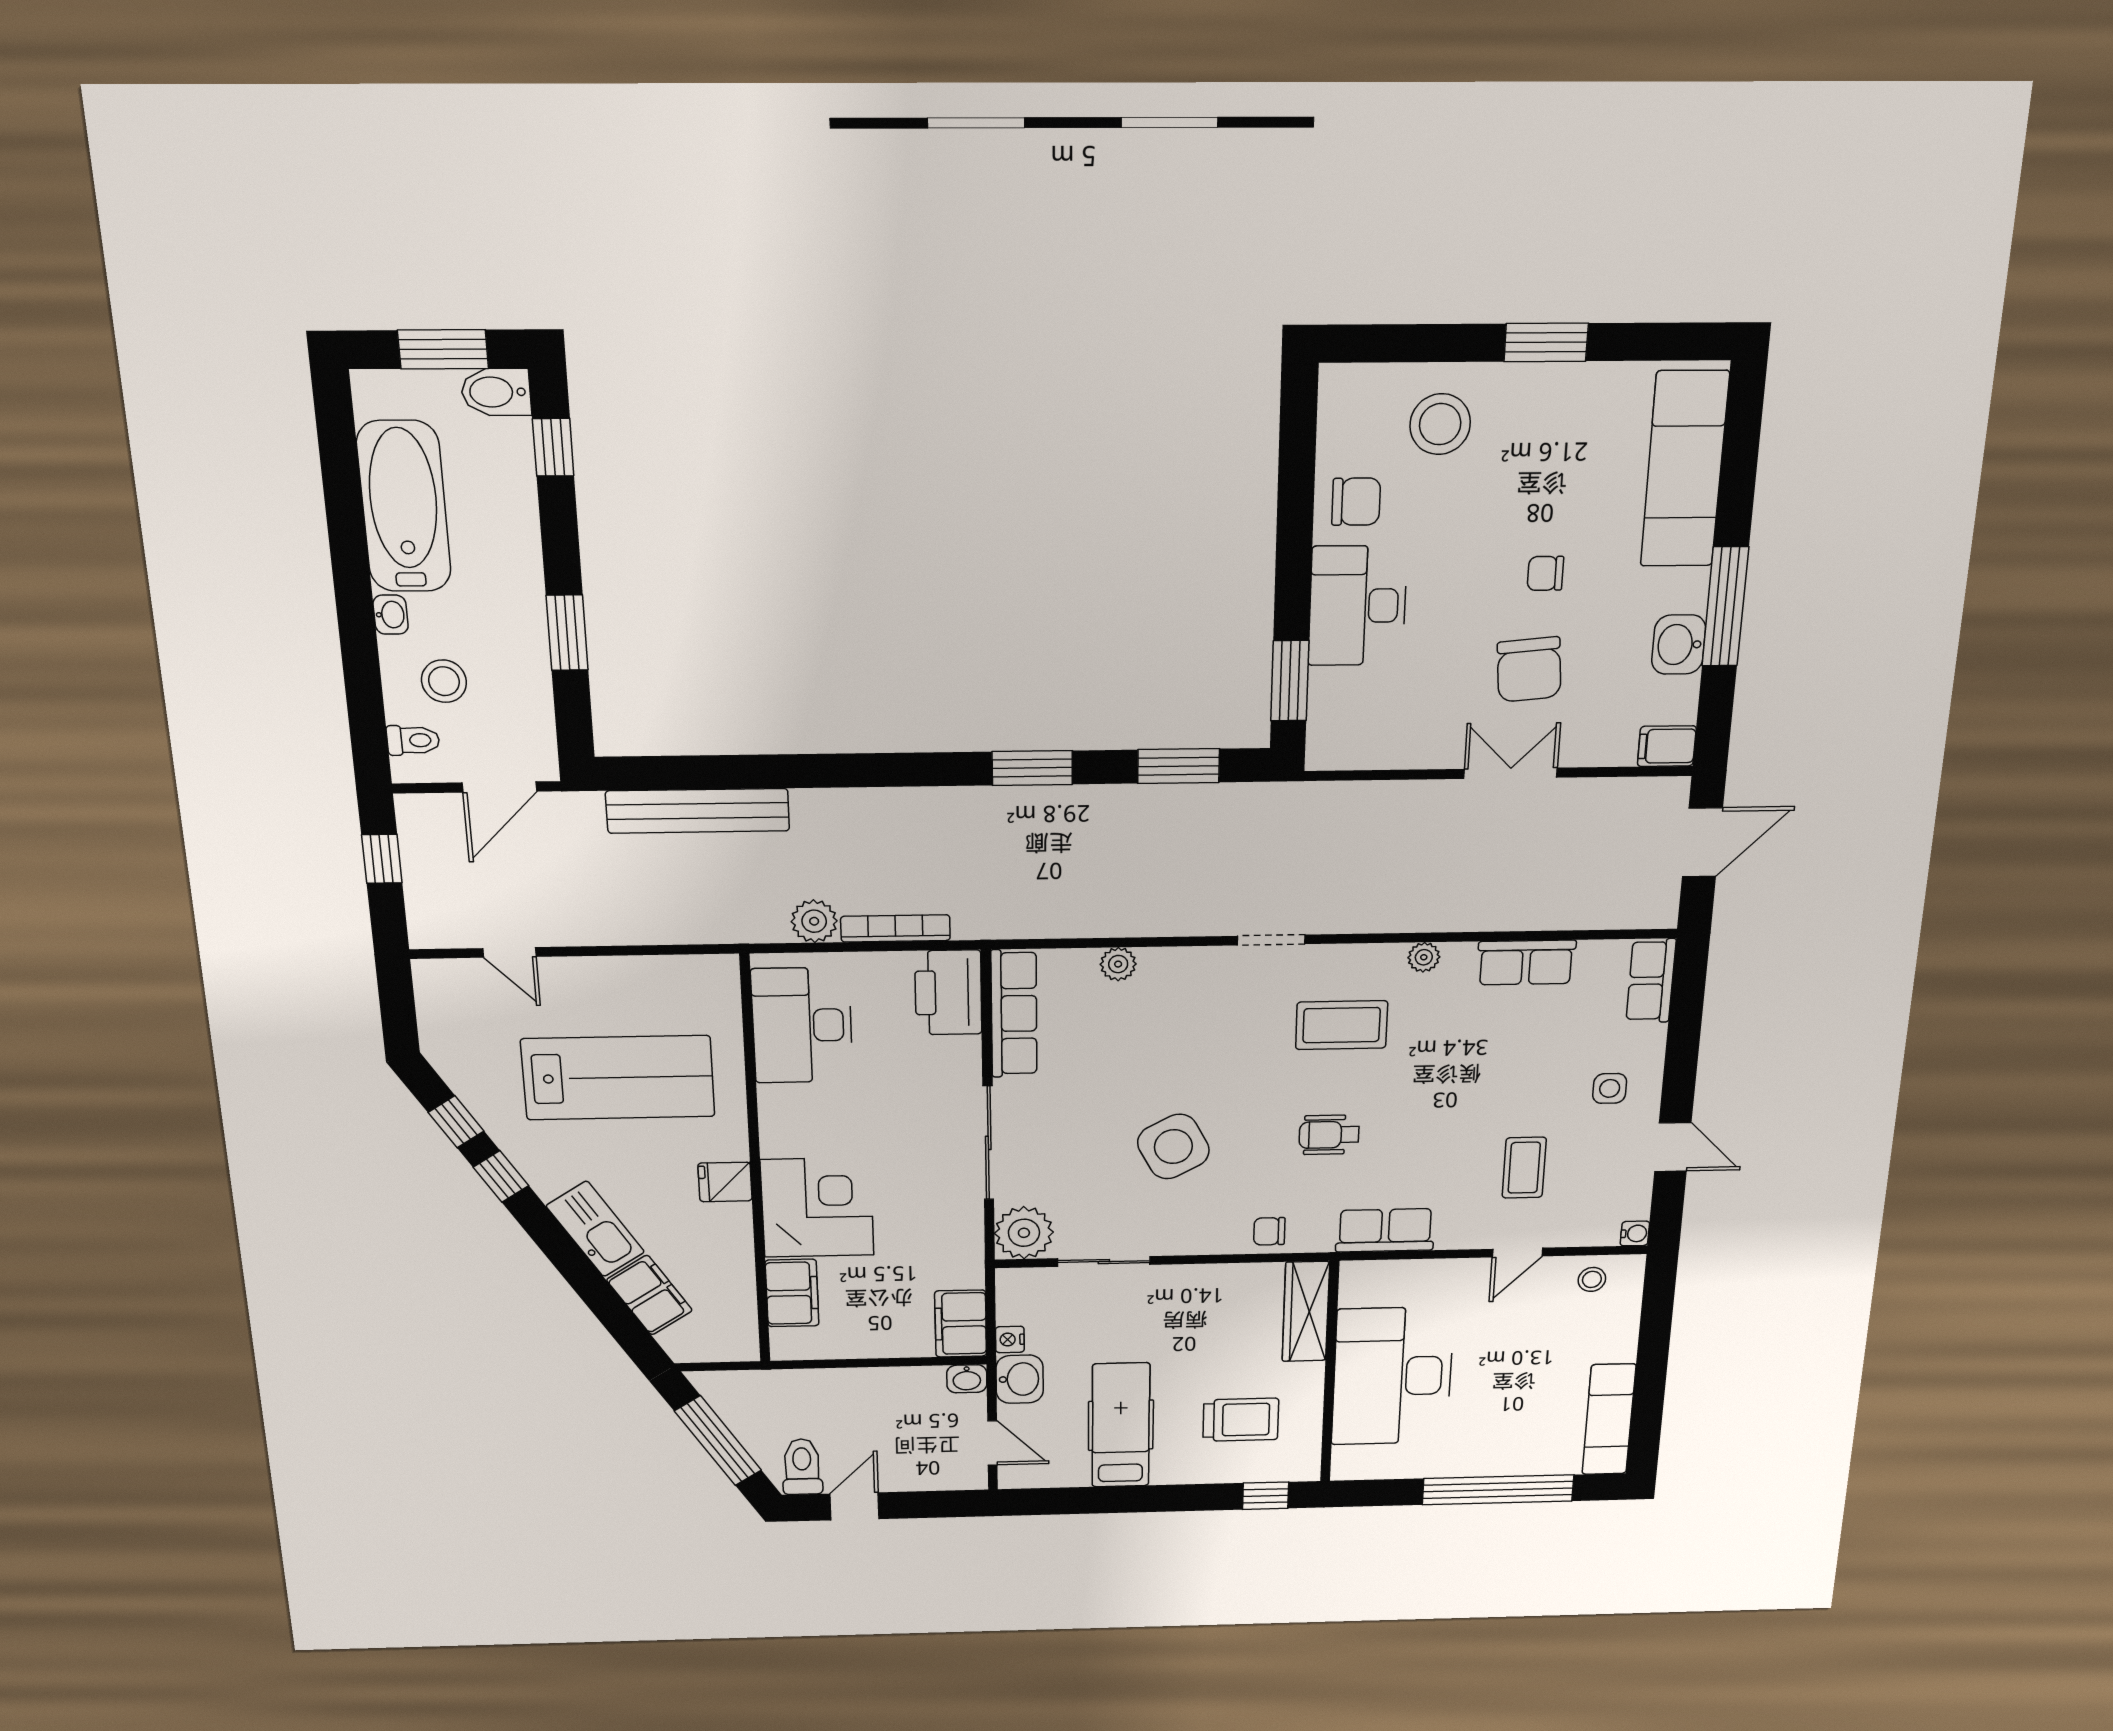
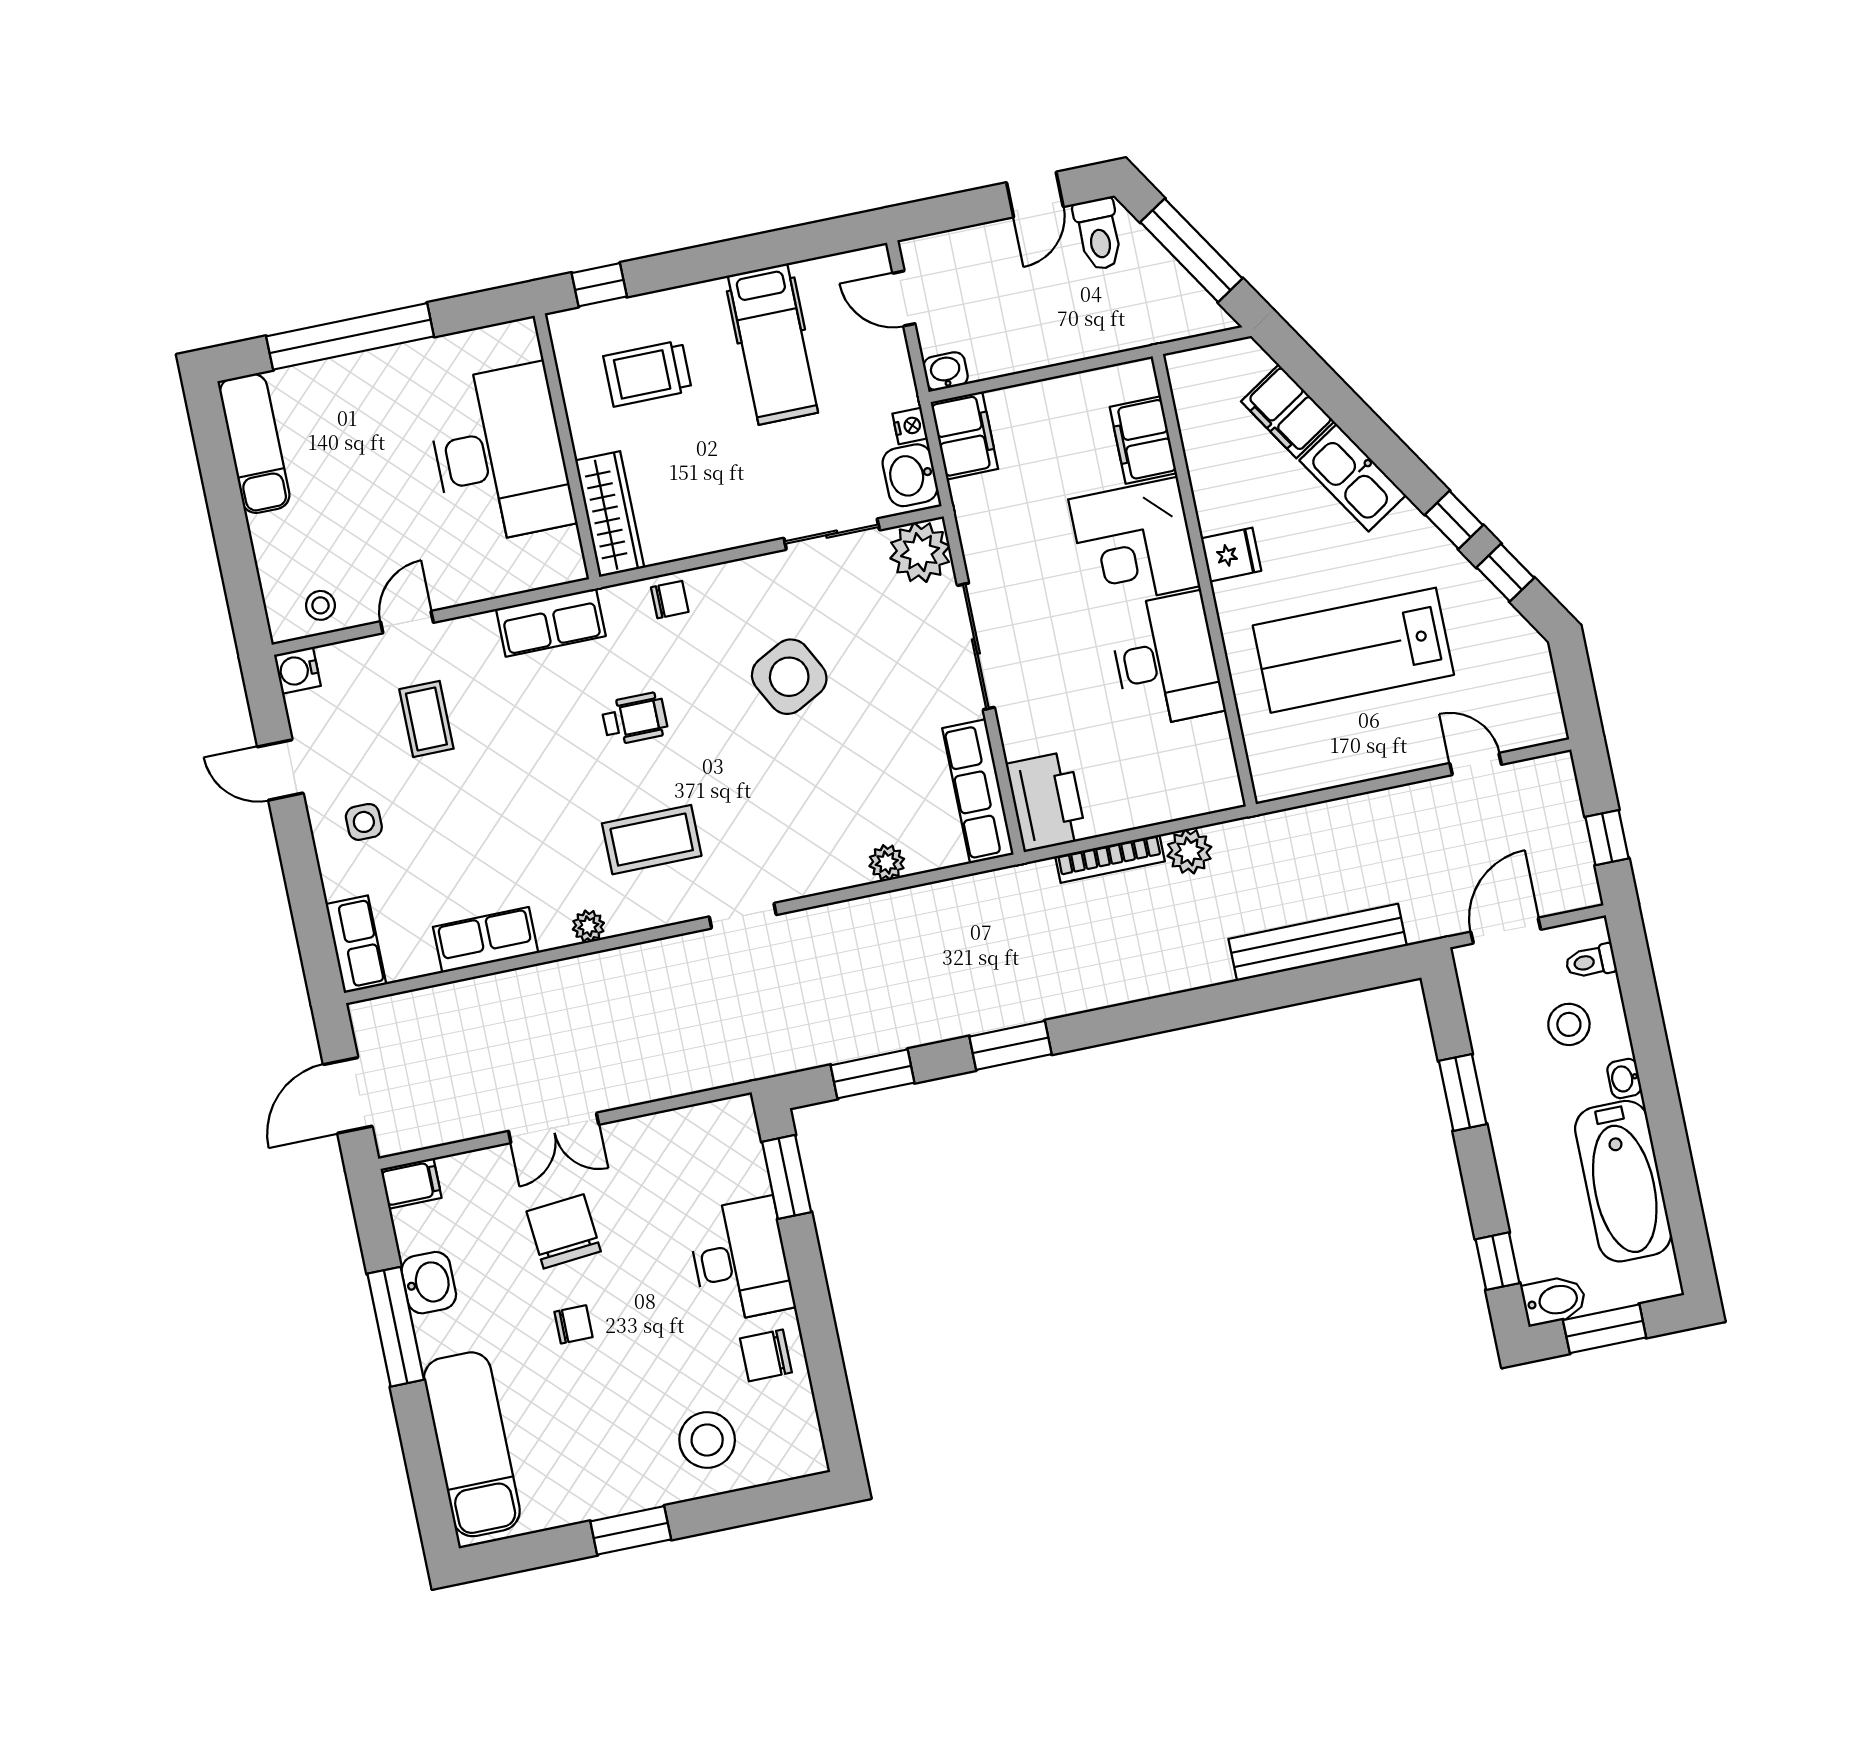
desk: (802, 1025) -> (1166, 660), moved
water cooler: (1635, 1234) -> (297, 670), width x1.38, depth x1.38
washbasin: (1020, 1379) -> (910, 475), moved

